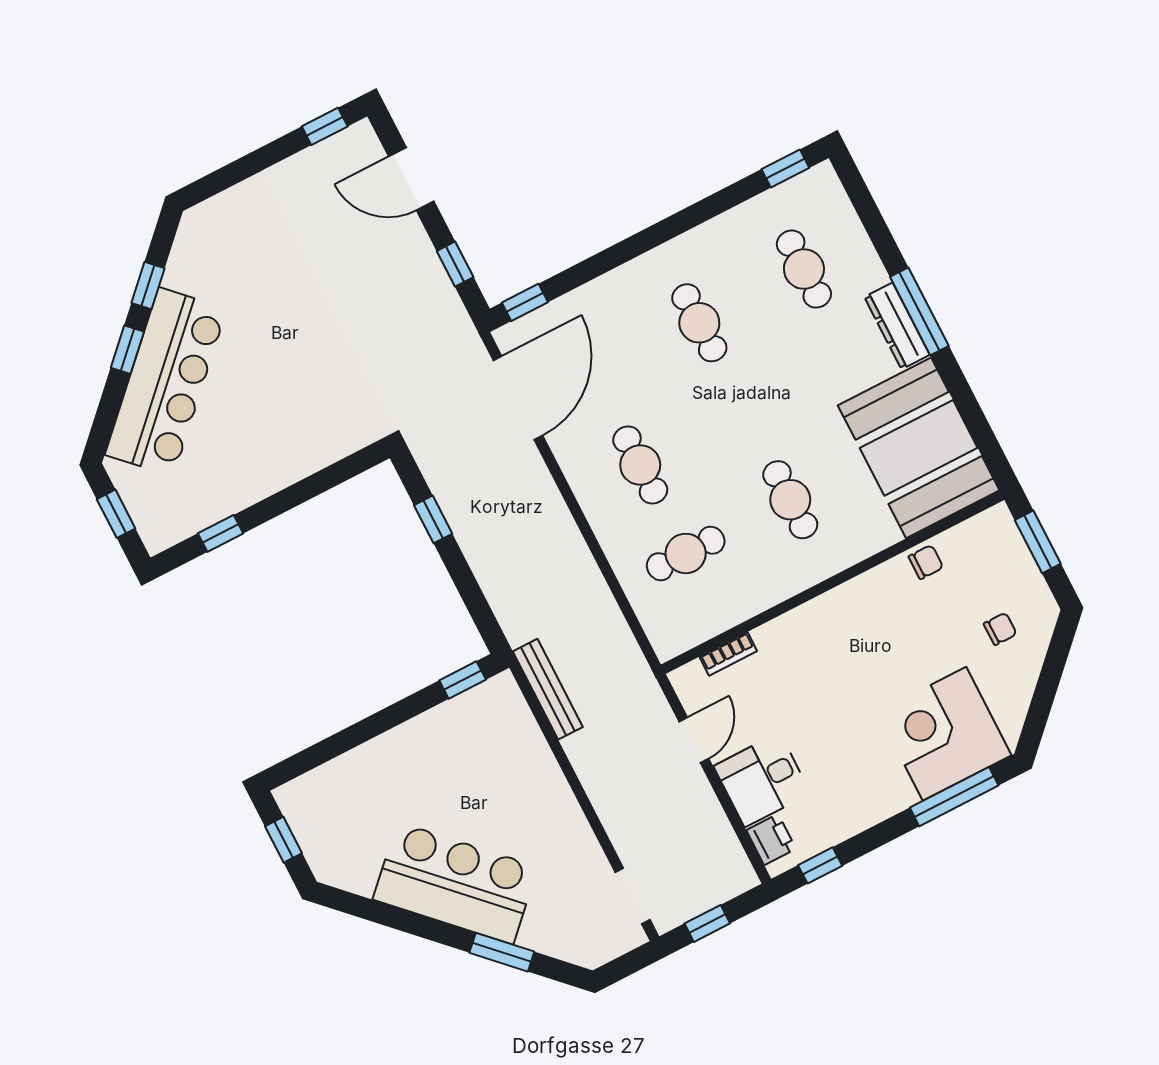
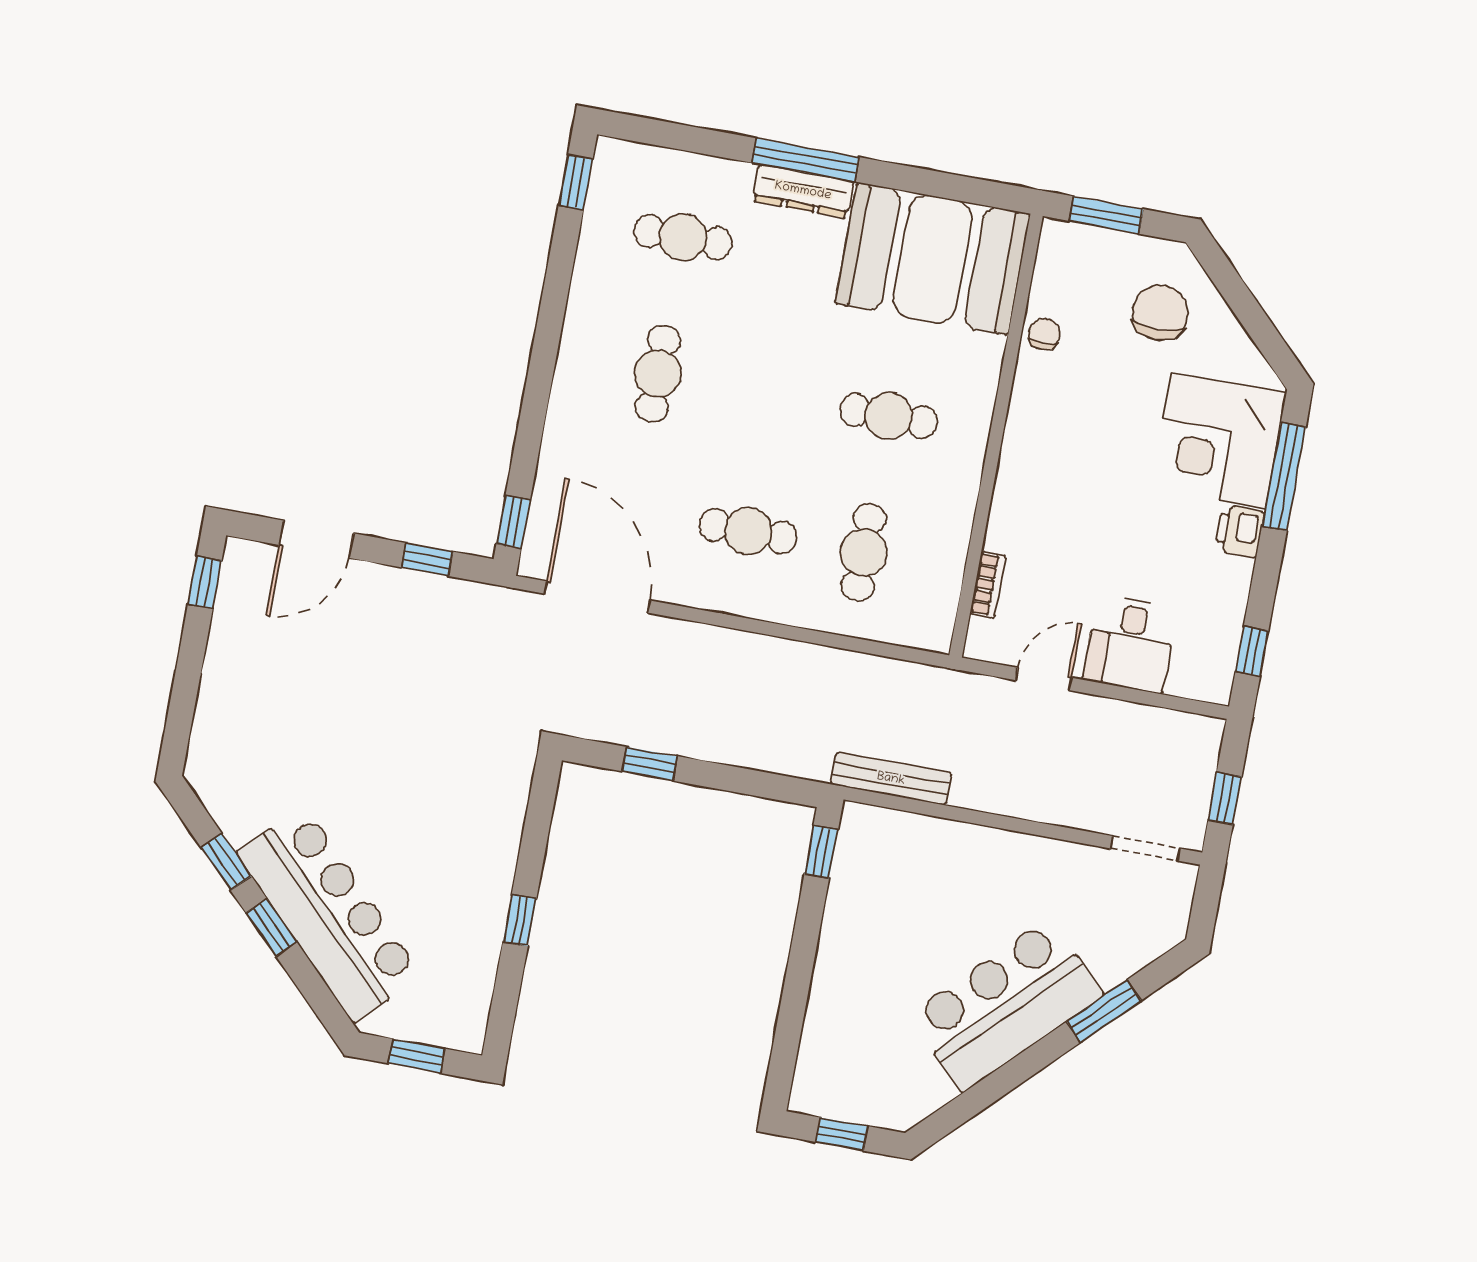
cafe table: (699, 323) -> (658, 374), turned 90
window: (221, 533) -> (520, 920), moved
chair: (1000, 629) -> (1160, 313), width x1.87, depth x1.87
door: (694, 740) -> (1044, 679), hinge flipped
printer: (771, 840) -> (1240, 531), moved, turned -90

